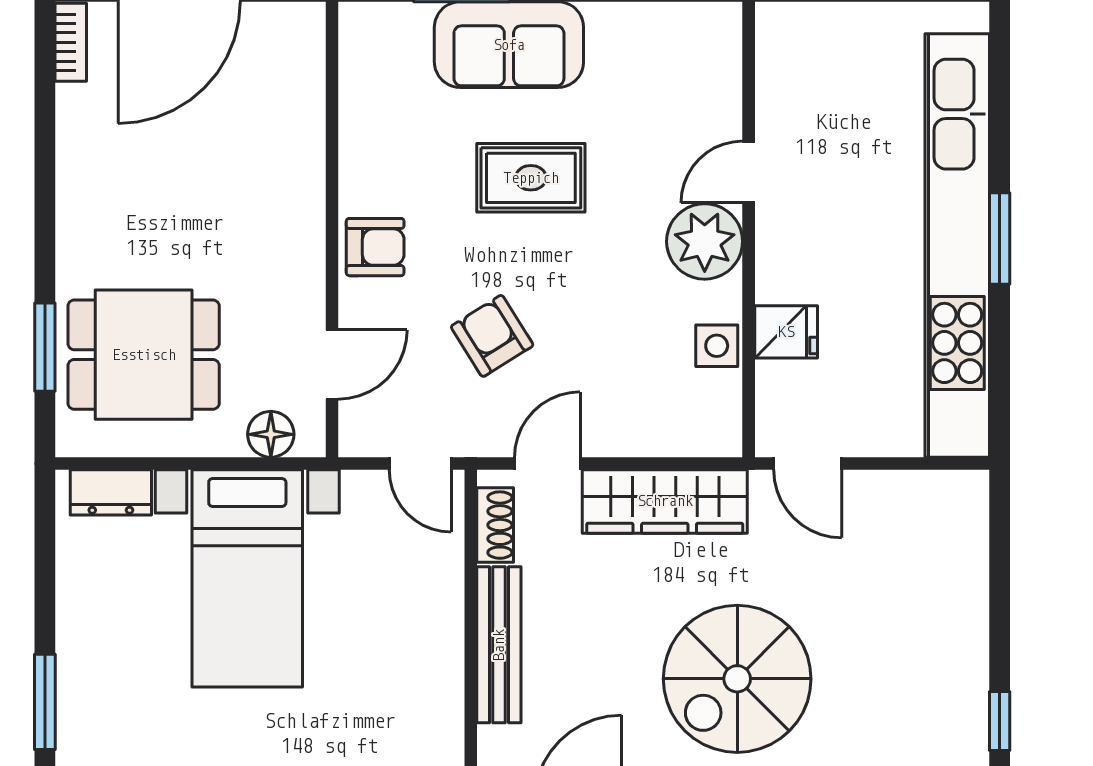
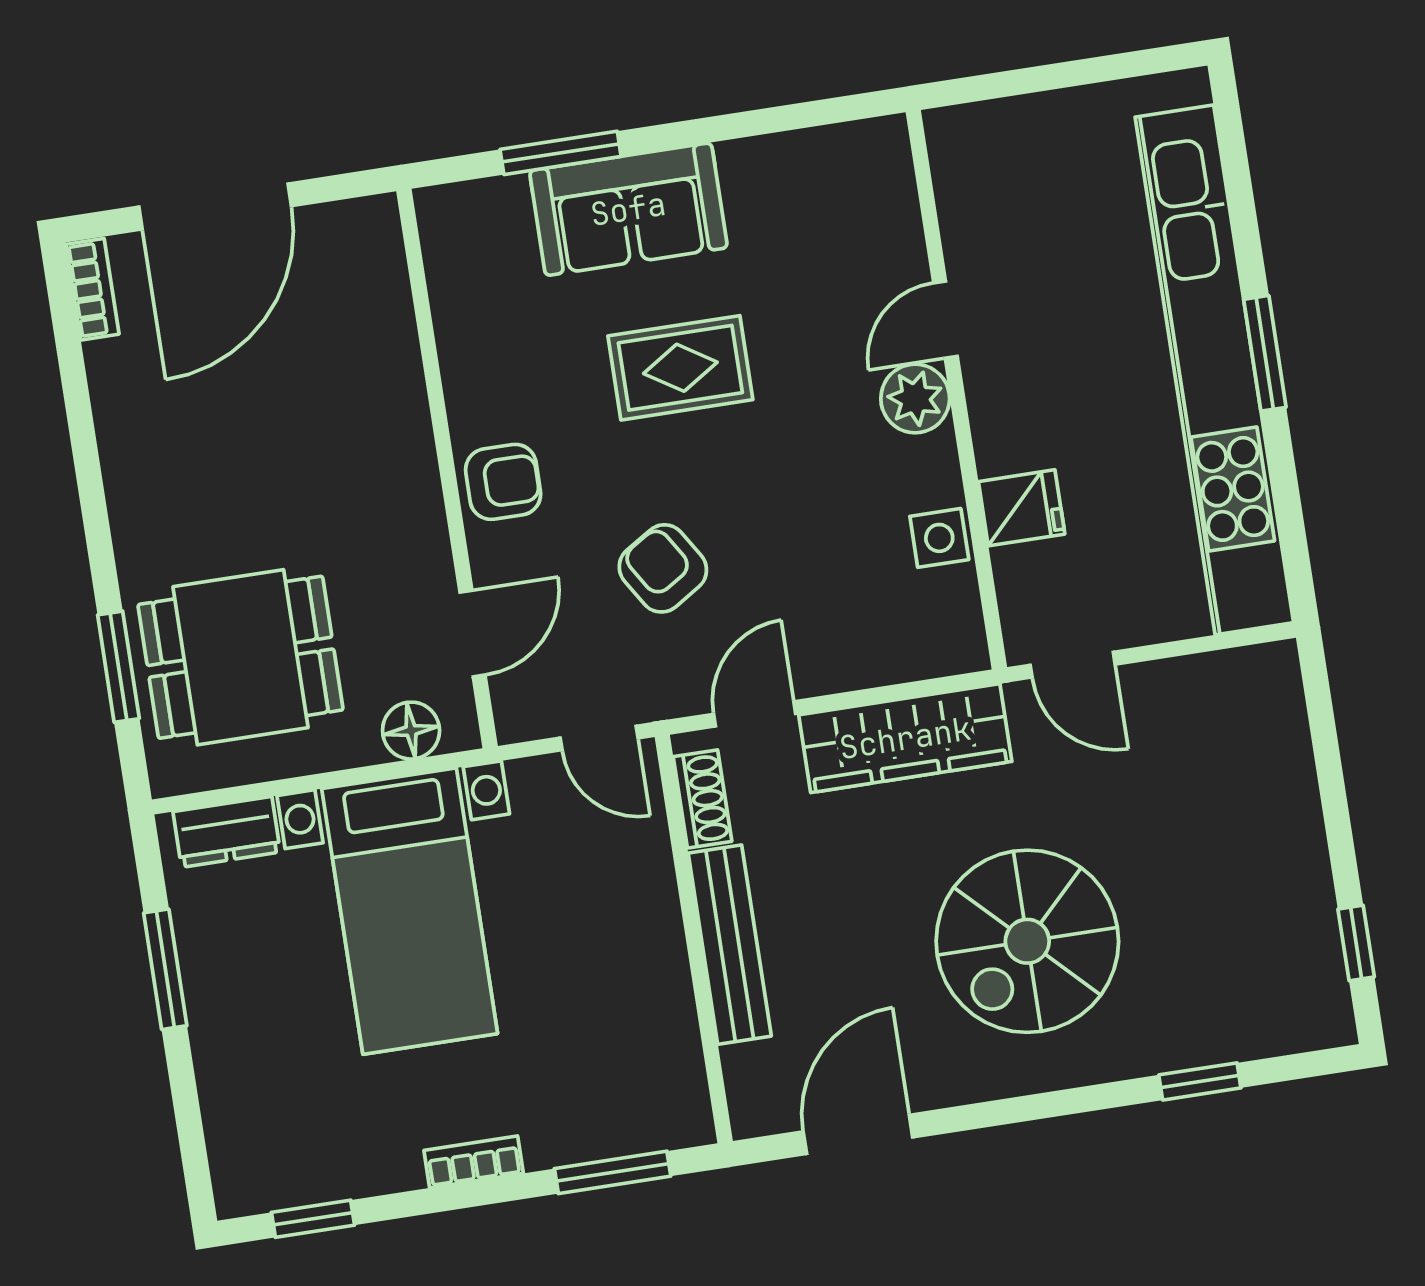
plant: (705, 241) -> (915, 398), width x0.73, depth x0.73
window: (45, 702) -> (165, 969), moved

